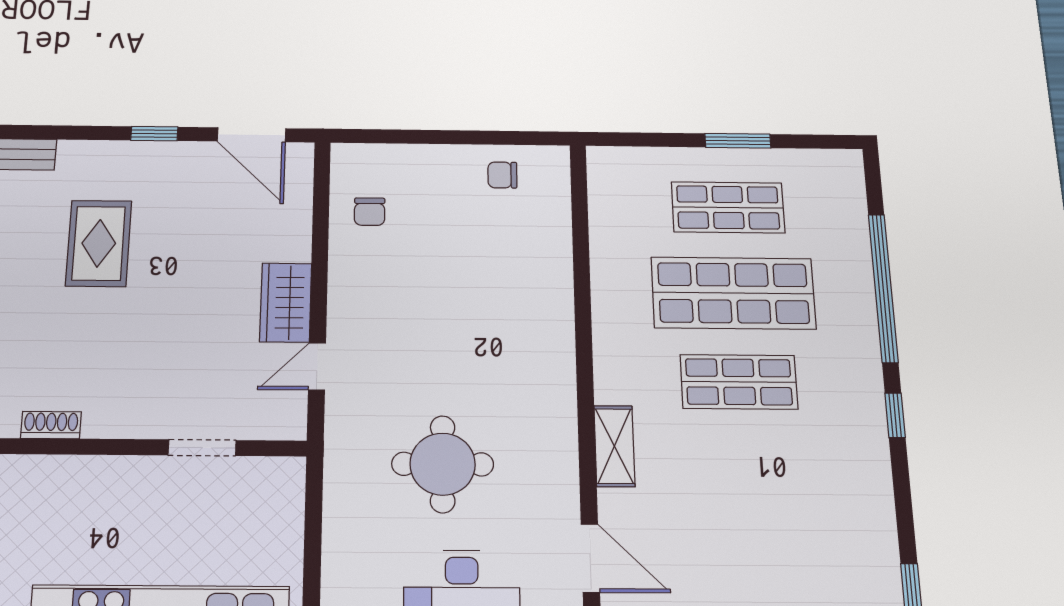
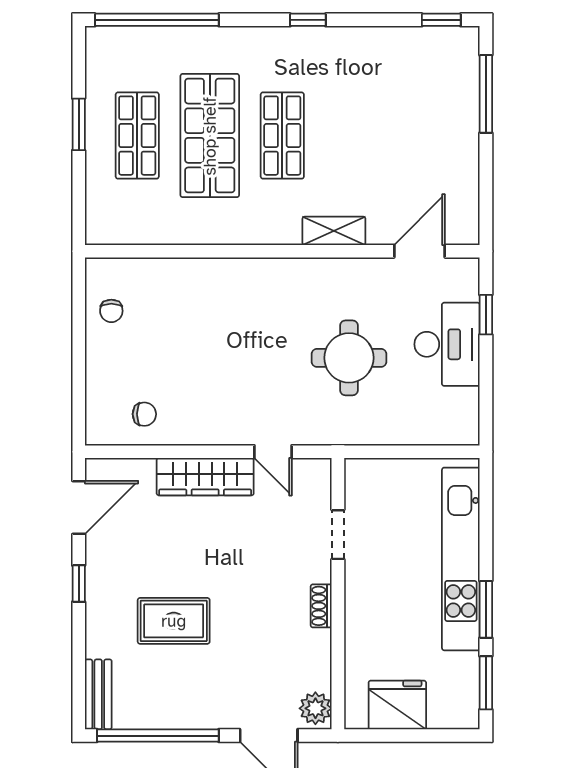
window: (883, 288) -> (157, 20), moved
wardrobe: (286, 303) -> (205, 477), width x1.50
shoe rack: (51, 425) -> (321, 606), moved

